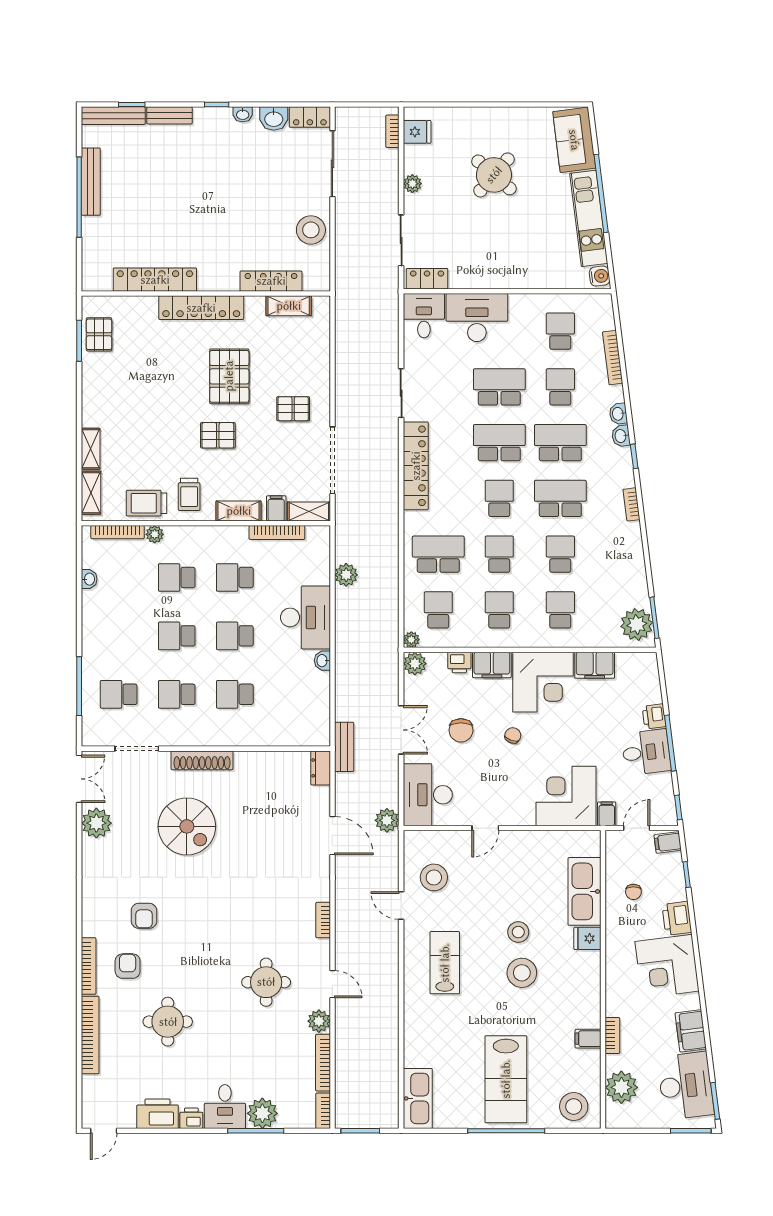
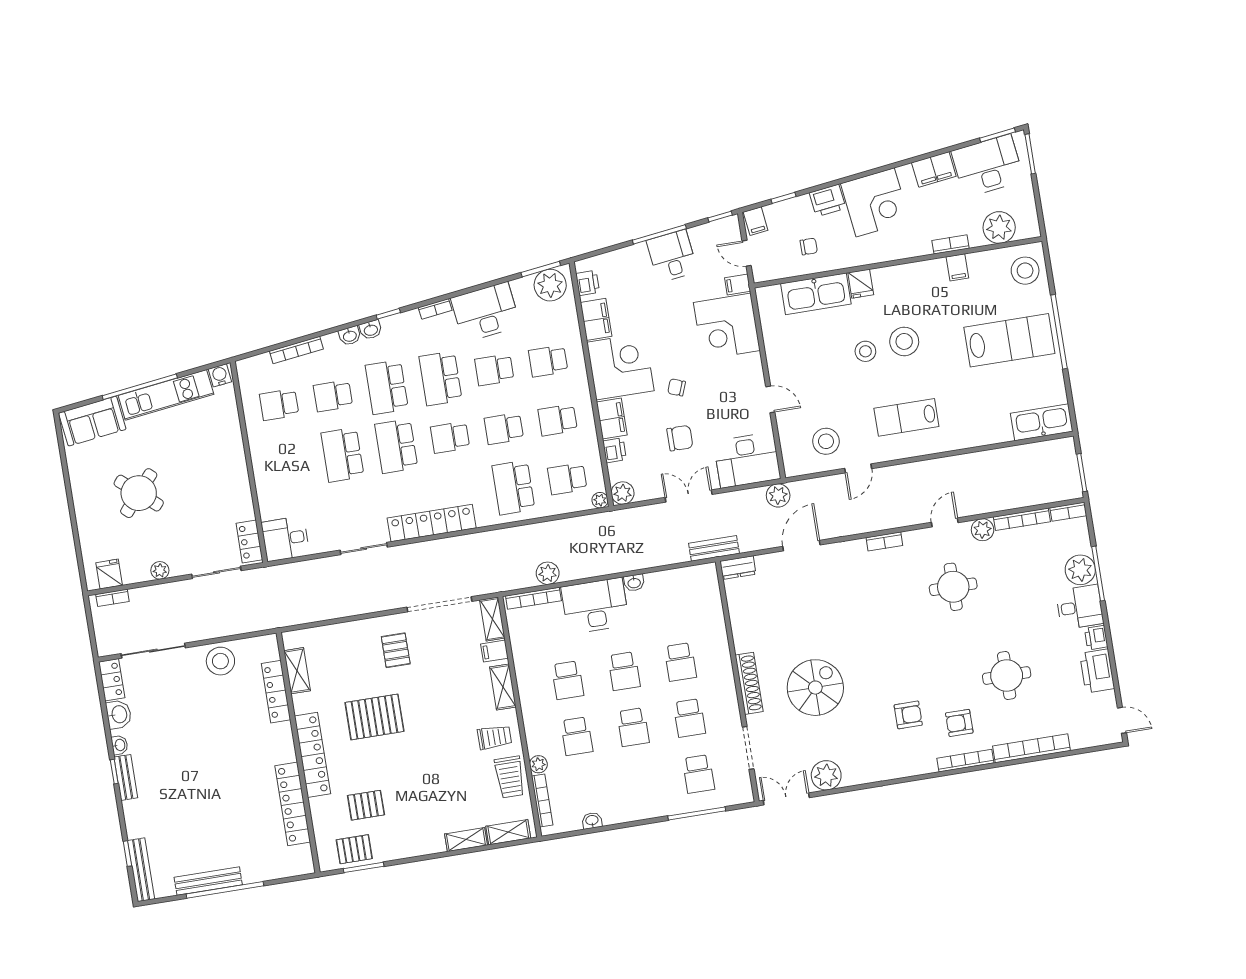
bench: (169, 115) -> (126, 777), moved
desk: (477, 318) -> (486, 312), moved, turned 83
pallet: (218, 435) -> (366, 805), moved, turned 90
bookcase: (277, 532) -> (533, 598), moved, turned 90
printer: (654, 716) -> (588, 283), moved, turned -83

